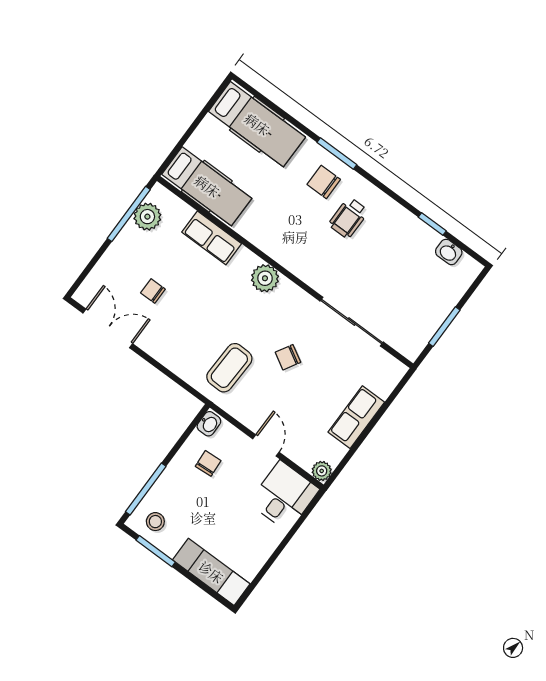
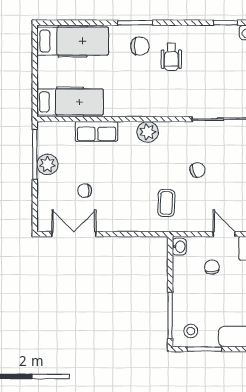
chair: (324, 182) -> (140, 46), turned 180
plant: (147, 217) -> (47, 164), moved
chair: (288, 357) -> (198, 170), turned -139
coffee table: (229, 368) -> (166, 203), width x0.73, depth x0.77
chair: (208, 463) -> (212, 267), moved

